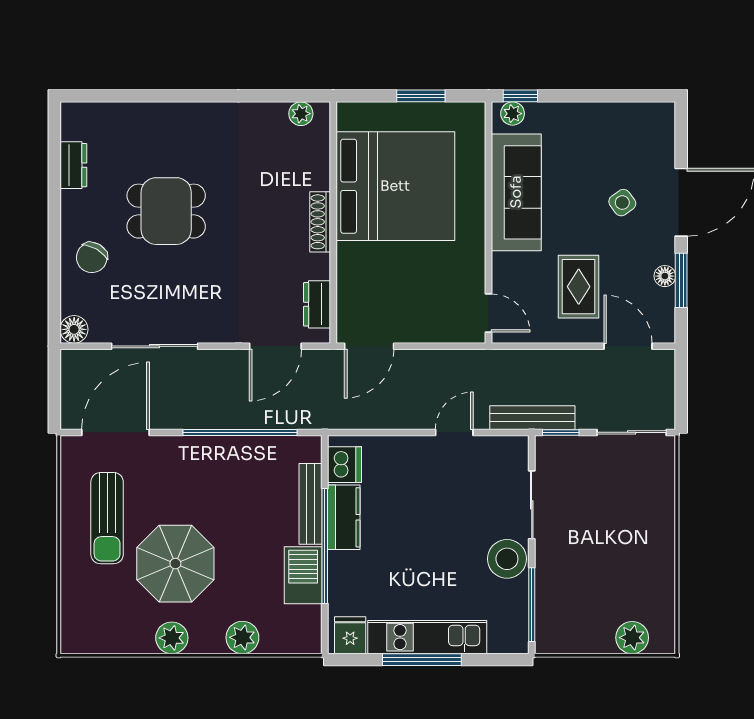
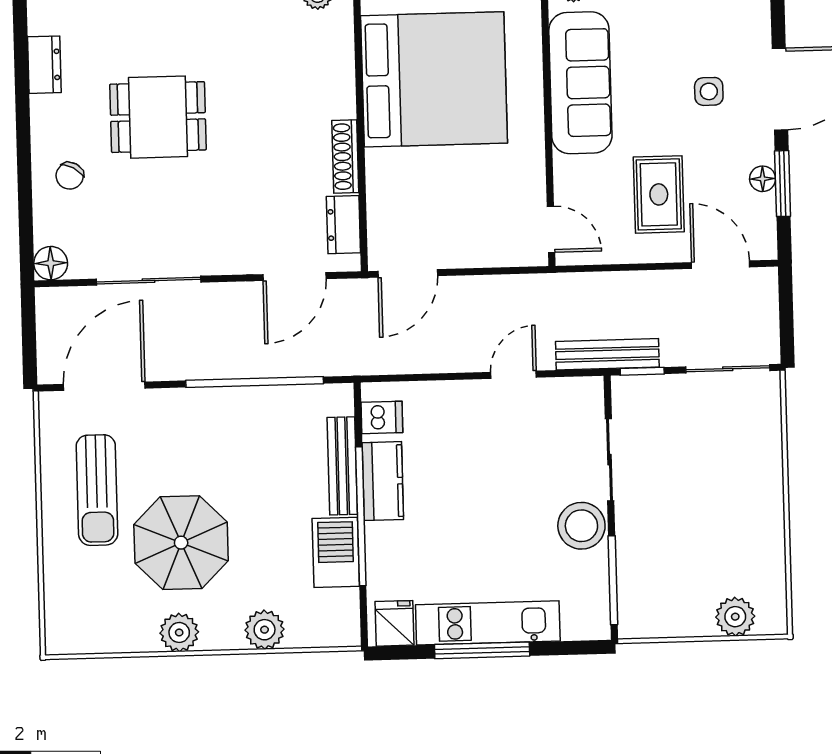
side table: (622, 203) -> (709, 91), turned 36
shoe rack: (320, 222) -> (345, 157), moved
chair: (92, 258) -> (70, 176), width x0.73, depth x0.73
dishwasher: (344, 465) -> (382, 417), width x0.73

